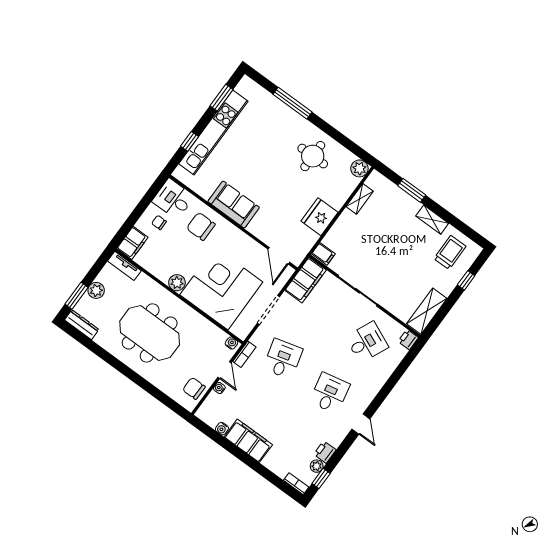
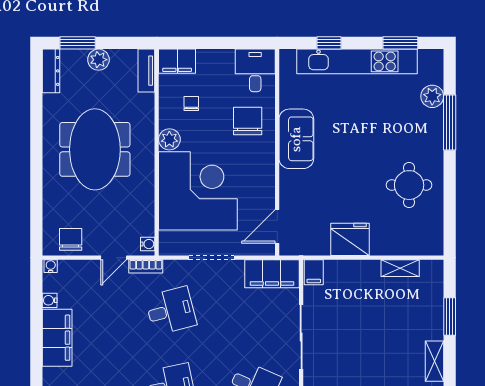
plant: (359, 168) -> (432, 96), moved
chair: (159, 222) -> (191, 104), moved
water cooler: (219, 388) -> (51, 266), moved

